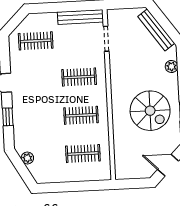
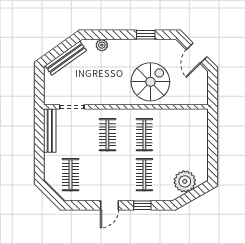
spiral stairs: (150, 111) -> (150, 82), moved
clothes rail: (83, 154) -> (144, 175), moved
plant: (27, 158) -> (185, 181), width x1.87, depth x1.87

